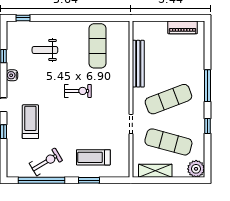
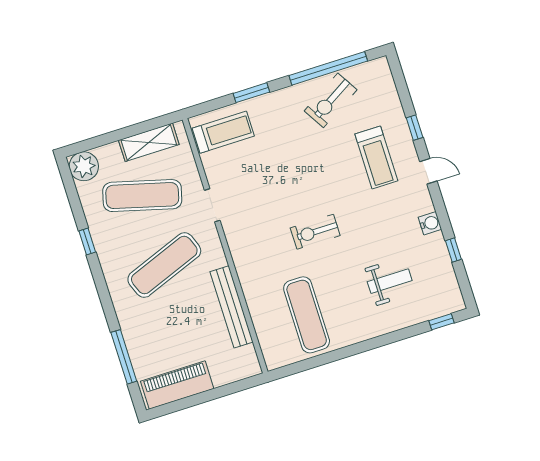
piano: (183, 27) -> (177, 385), width x1.37, depth x1.33
window: (207, 86) -> (124, 357), moved
treadmill: (93, 157) -> (223, 132), moved

